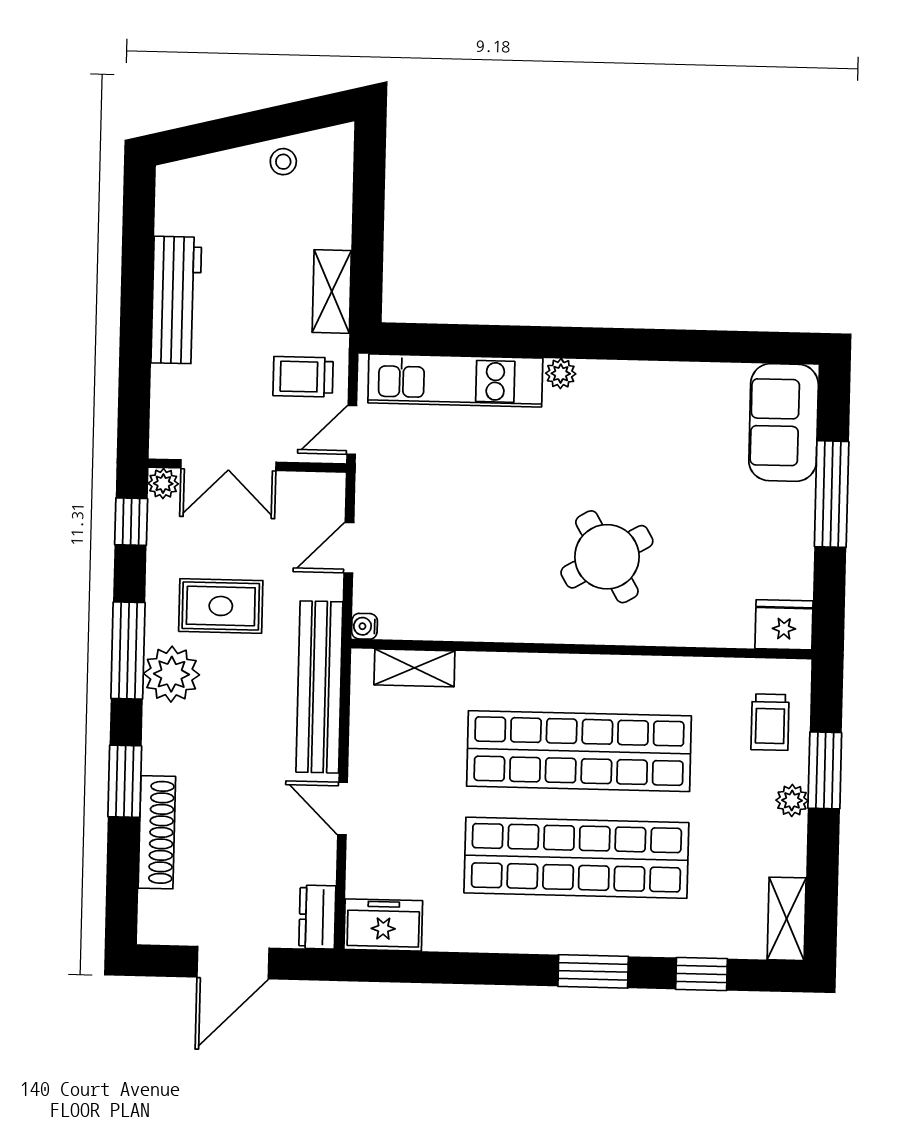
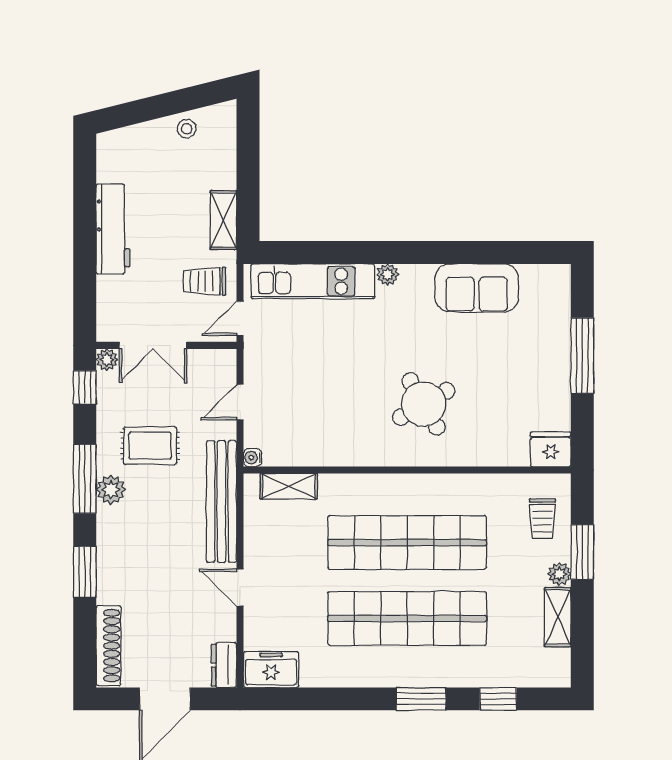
sofa: (784, 422) -> (477, 288), moved, turned -90
plant: (171, 674) -> (111, 490), width x0.73, depth x0.73
shoe rack: (157, 832) -> (109, 646), moved
shelving: (787, 919) -> (558, 617), moved

